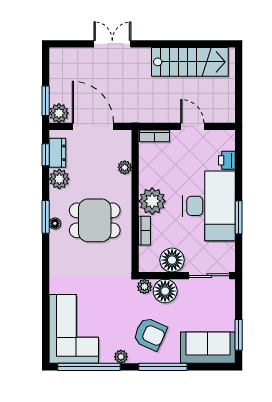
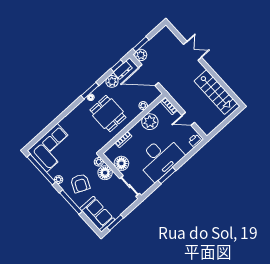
door: (93, 126) -> (148, 75), swing flipped
door: (192, 126) -> (188, 119), swing flipped
printer: (227, 160) -> (195, 141), moved
plant: (152, 201) -> (150, 122), moved

